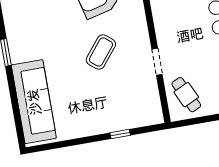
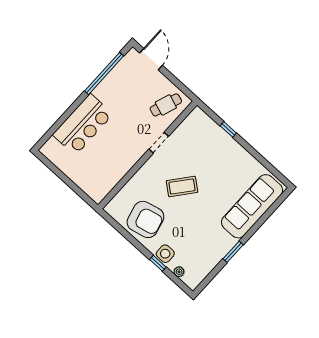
cafe table: (186, 95) -> (166, 105), turned 45

